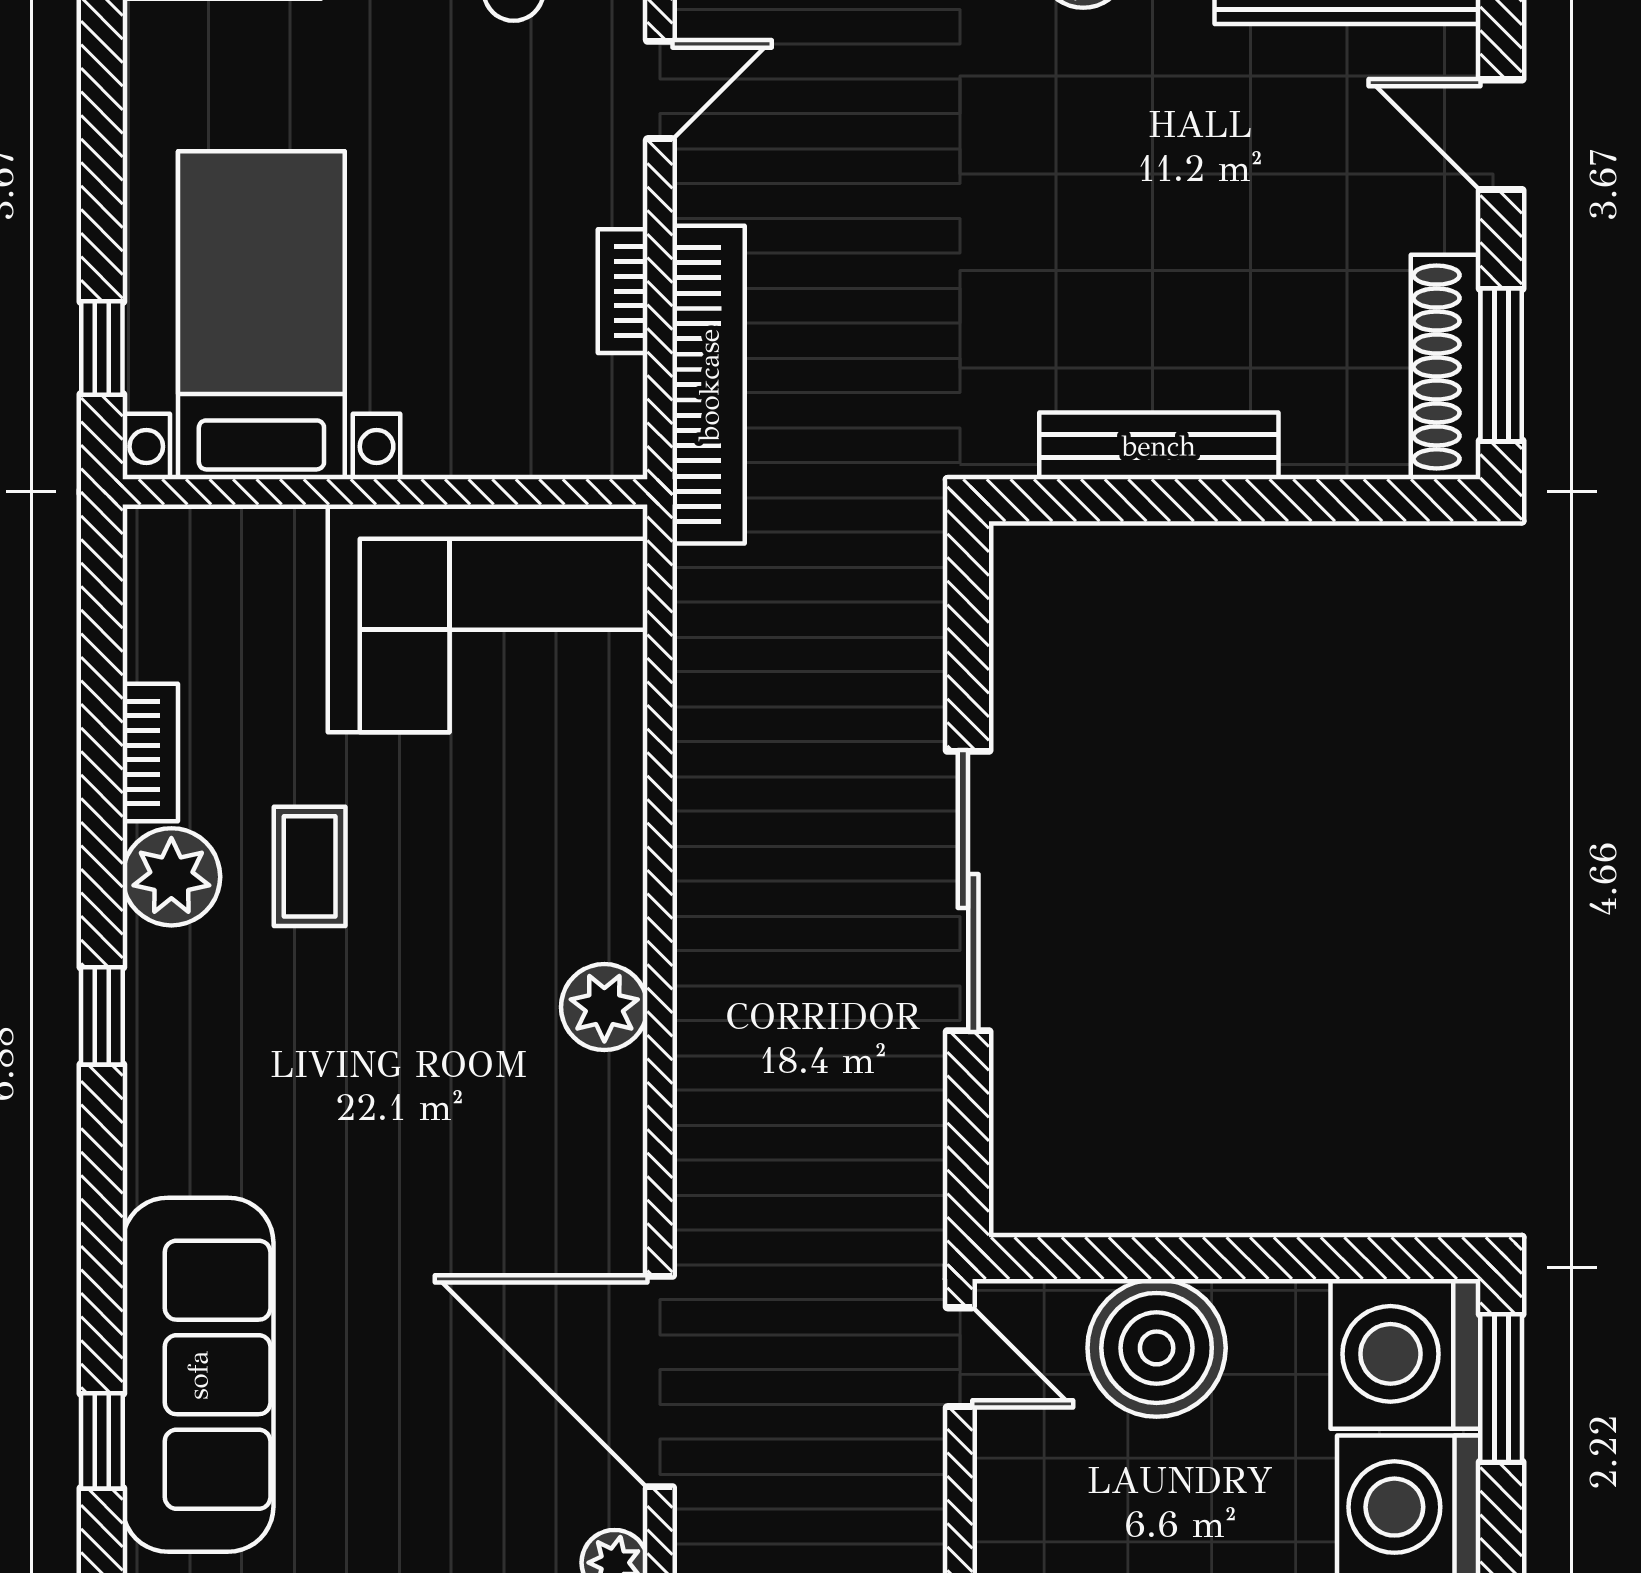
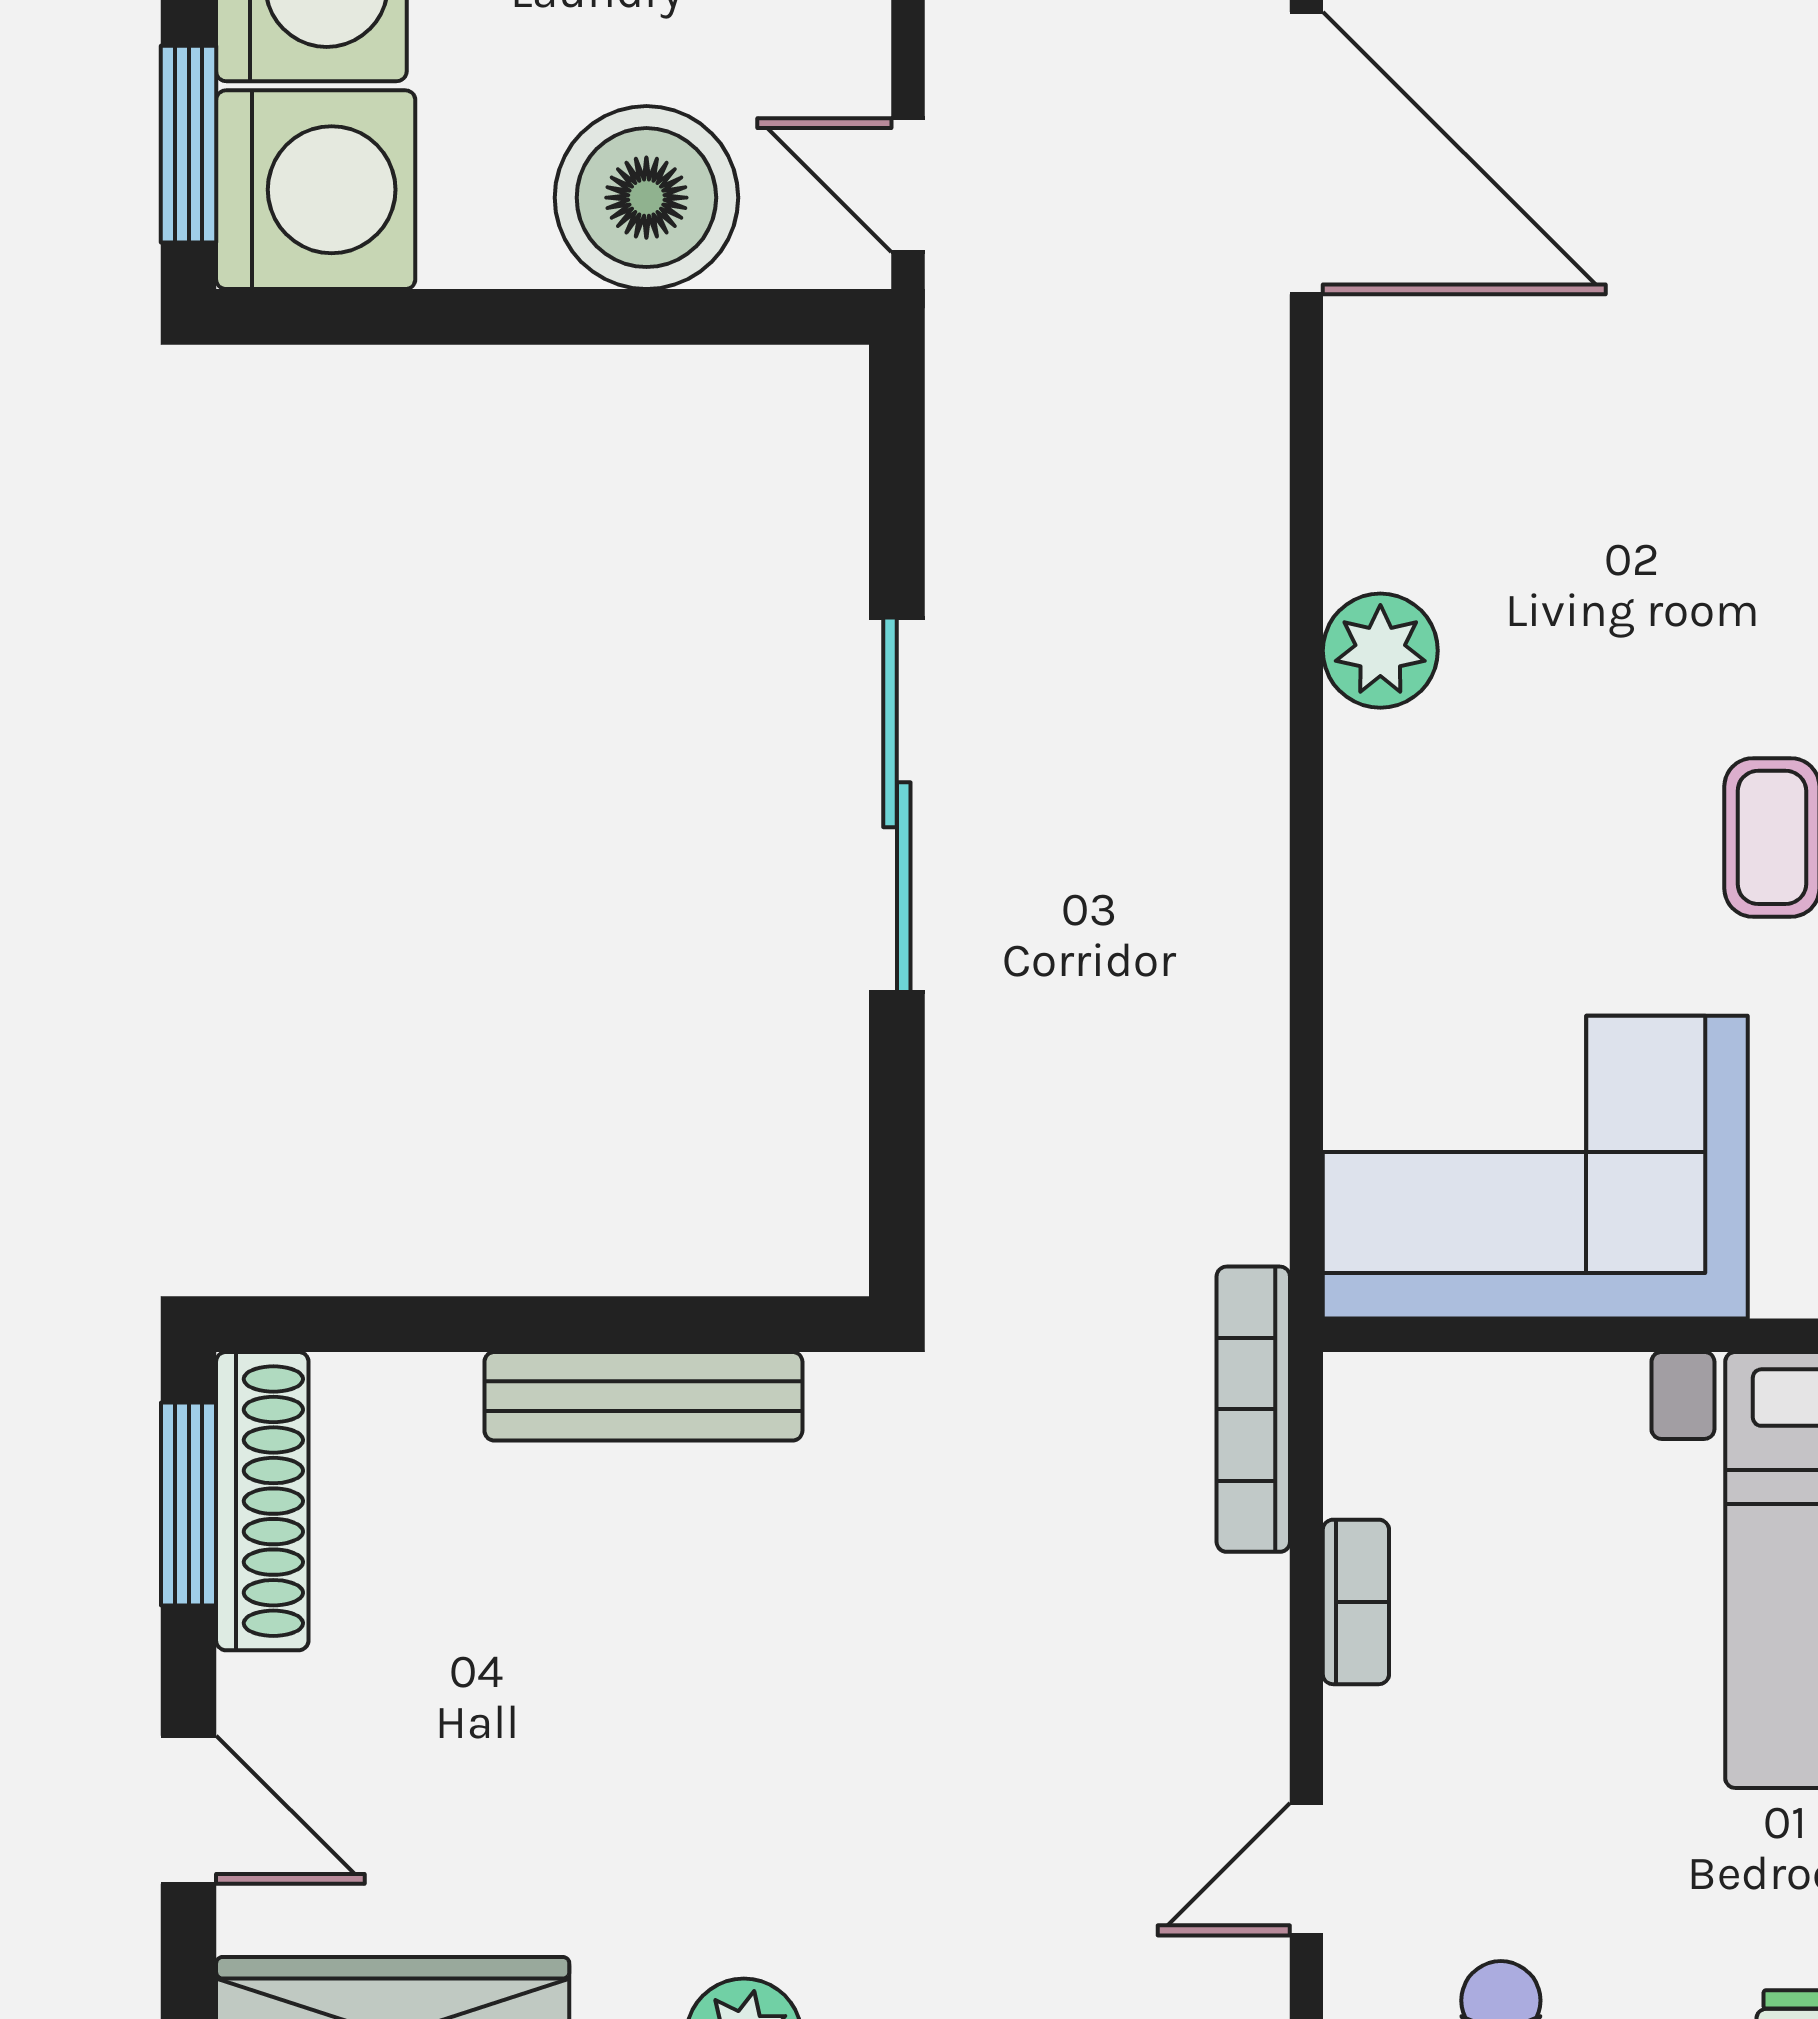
bookcase: (709, 385) -> (1253, 1409), width x0.68, depth x0.76

